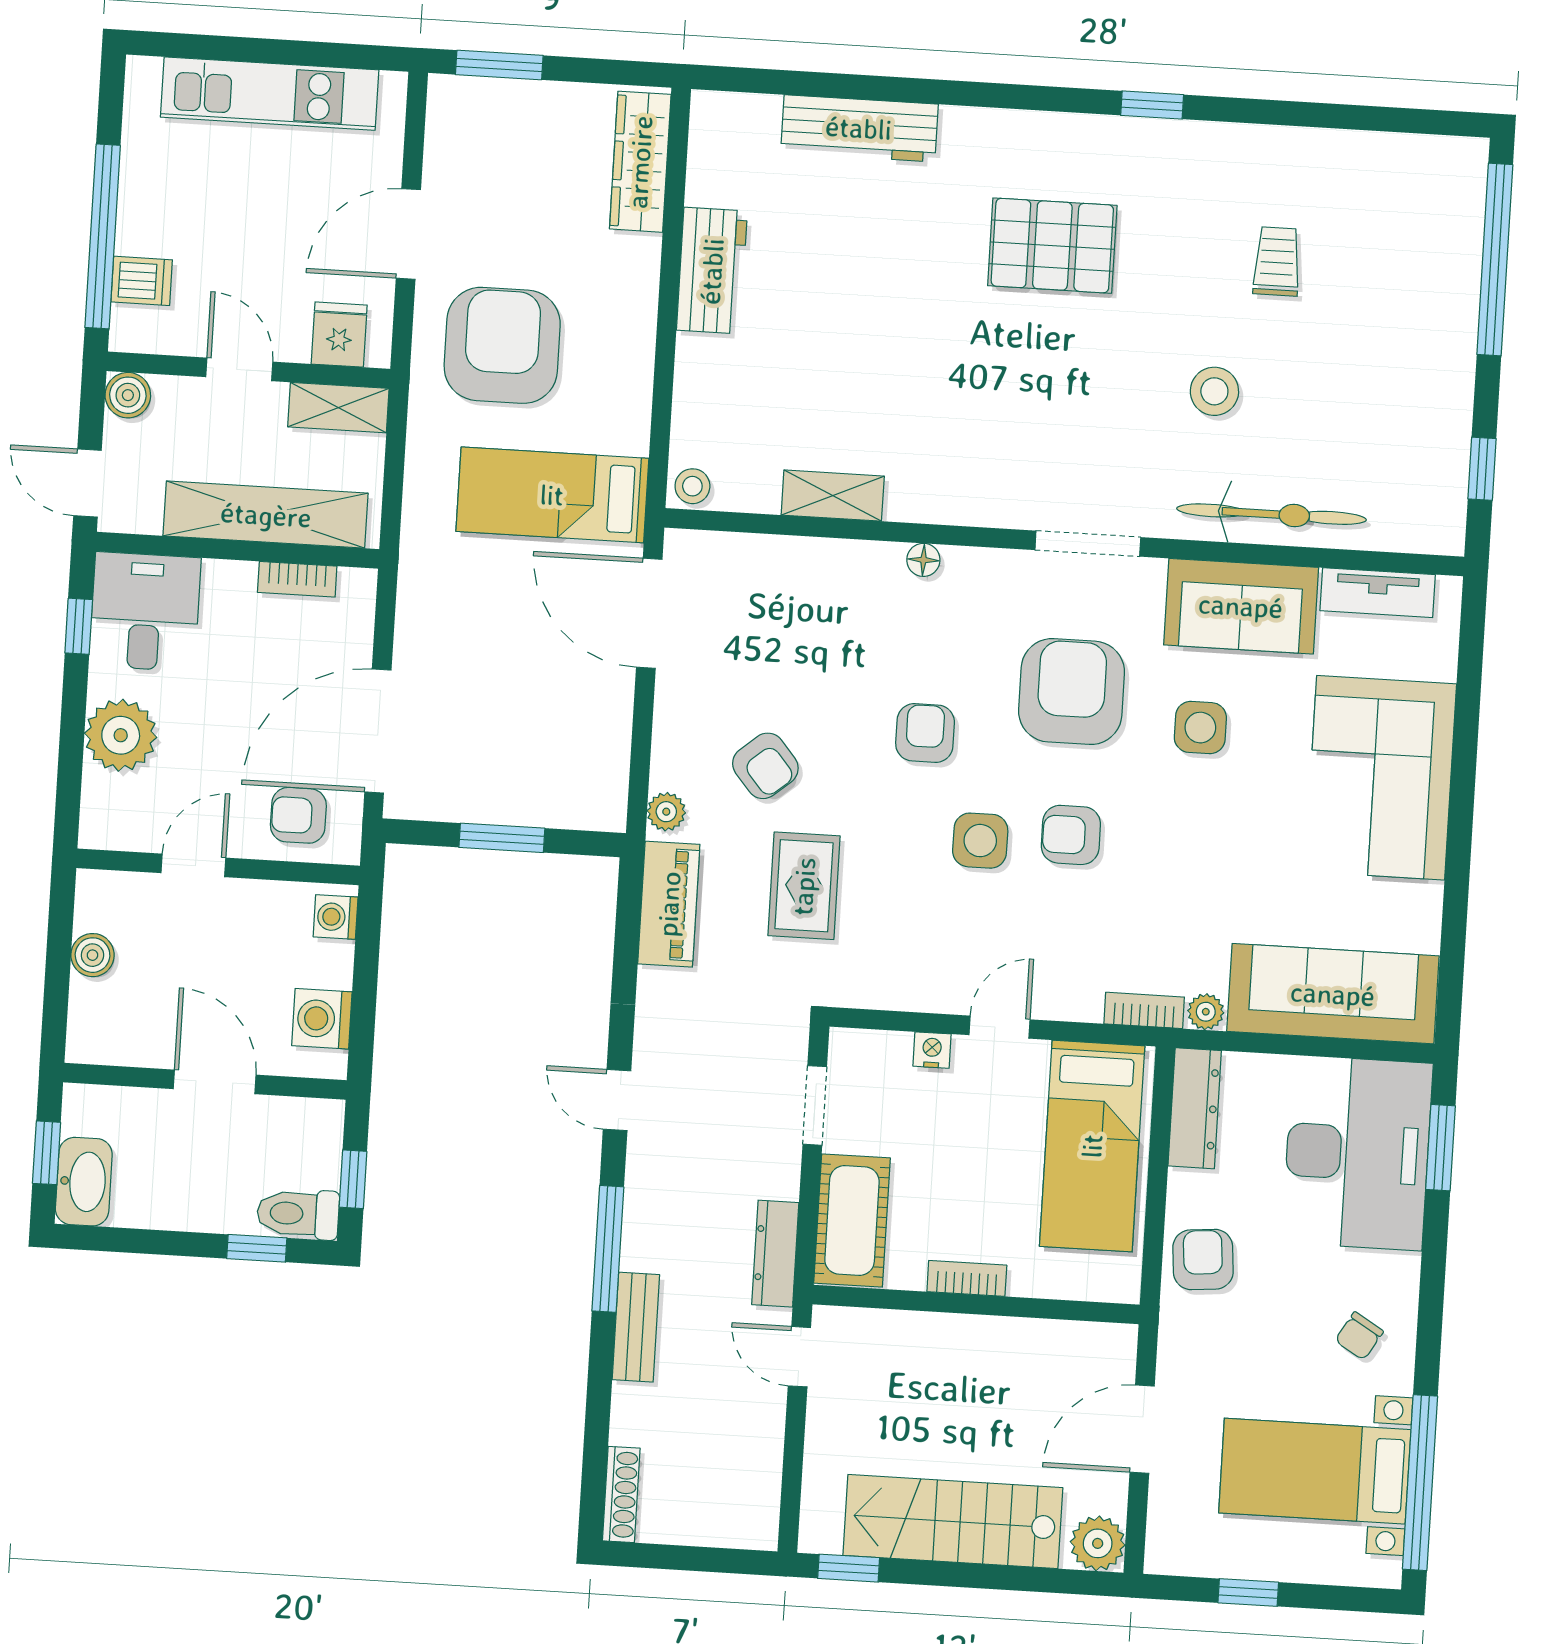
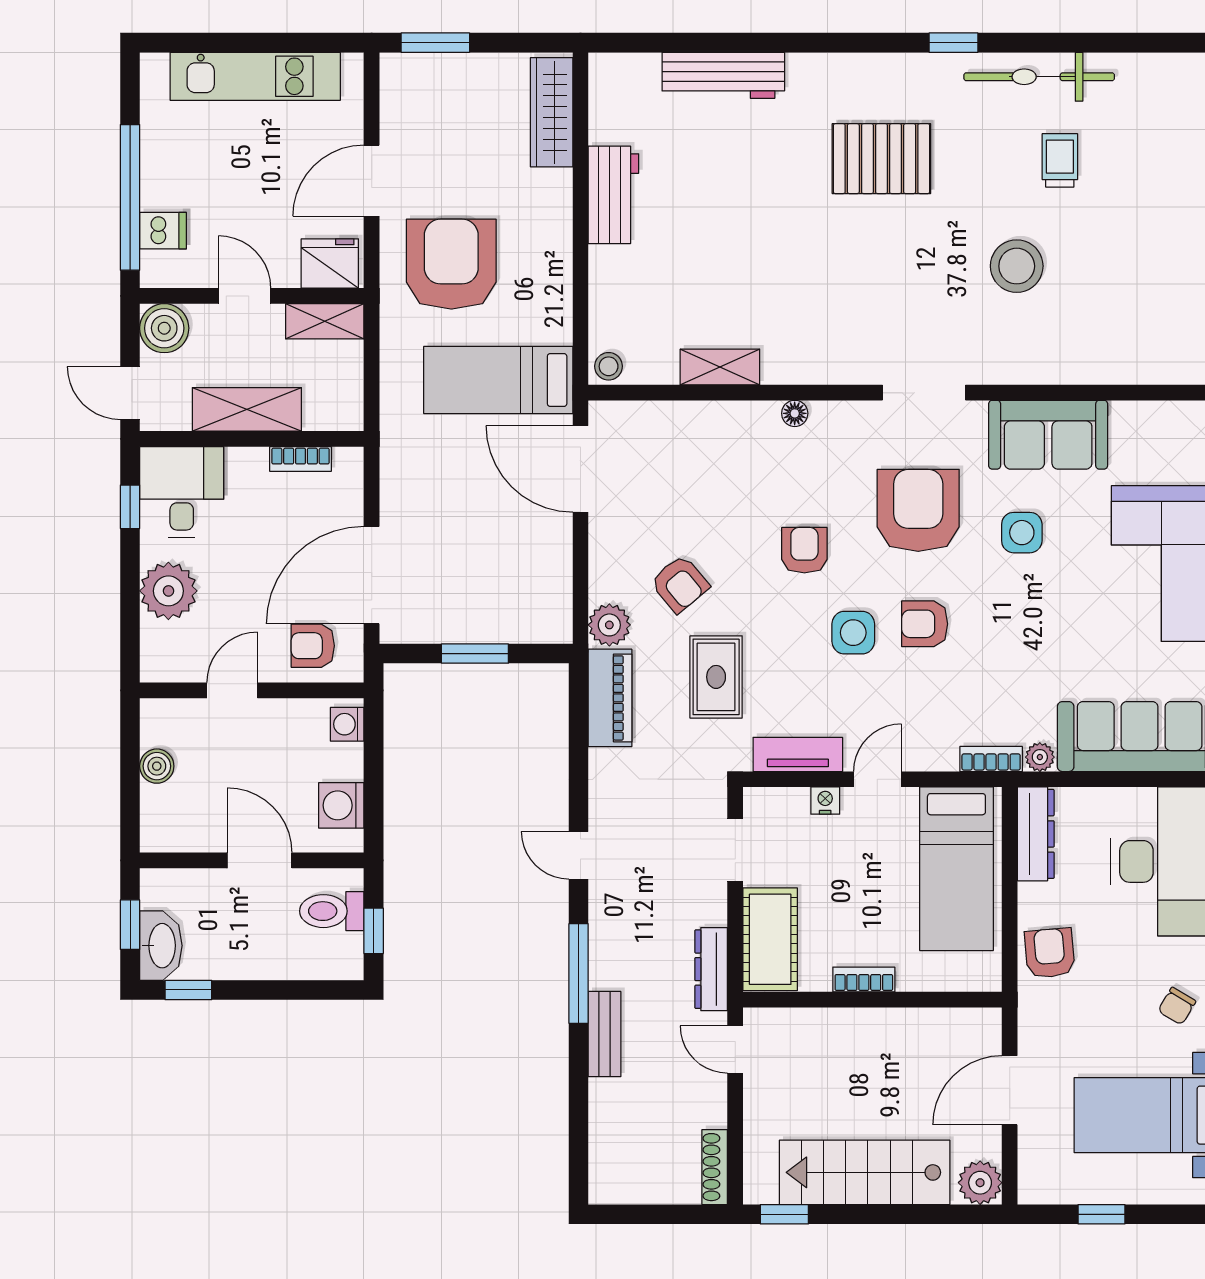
fridge: (339, 335) -> (330, 263), width x1.38
stool: (1214, 391) -> (1017, 266), width x1.38, depth x1.38
boiler: (128, 395) -> (164, 328), width x1.36, depth x1.36
bicycle: (1272, 514) -> (1039, 77), moved, turned 180
shelving: (266, 515) -> (247, 409), width x0.68
tv unit: (1378, 593) -> (798, 754), moved, turned 180
plant: (666, 812) -> (609, 625), width x1.38, depth x1.38
toilet: (298, 1214) -> (332, 911), moved
window: (257, 1248) -> (188, 990), moved
shoe rack: (621, 1495) -> (715, 1167), moved, turned 180

